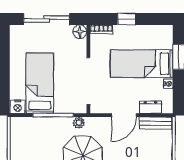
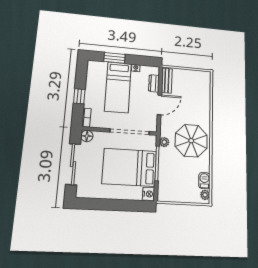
bed: (40, 83) -> (129, 167), width x1.50
door: (124, 115) -> (159, 105), hinge flipped

